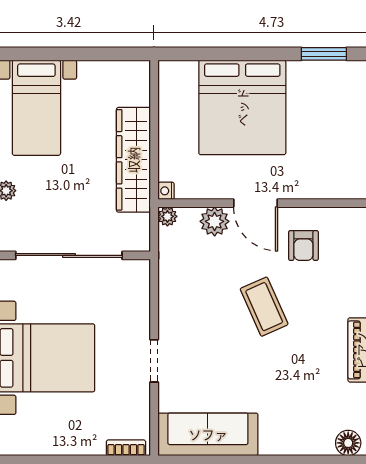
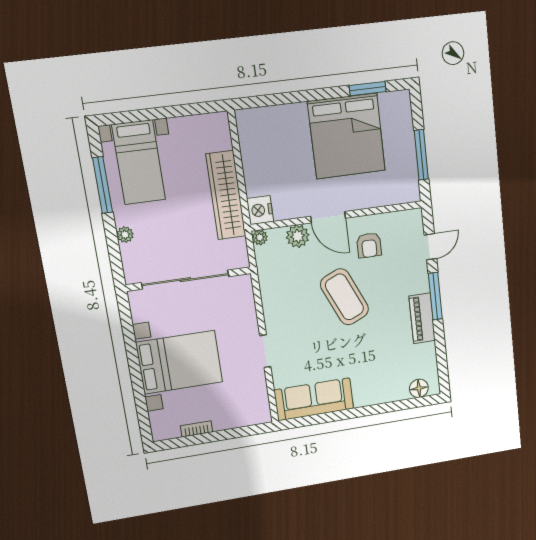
bed: (242, 107) -> (347, 136), moved
nightstand: (166, 191) -> (260, 210), width x1.89, depth x1.79
coffee table: (264, 307) -> (344, 297), width x1.36, depth x1.32
bookcase: (126, 448) -> (197, 429), moved

